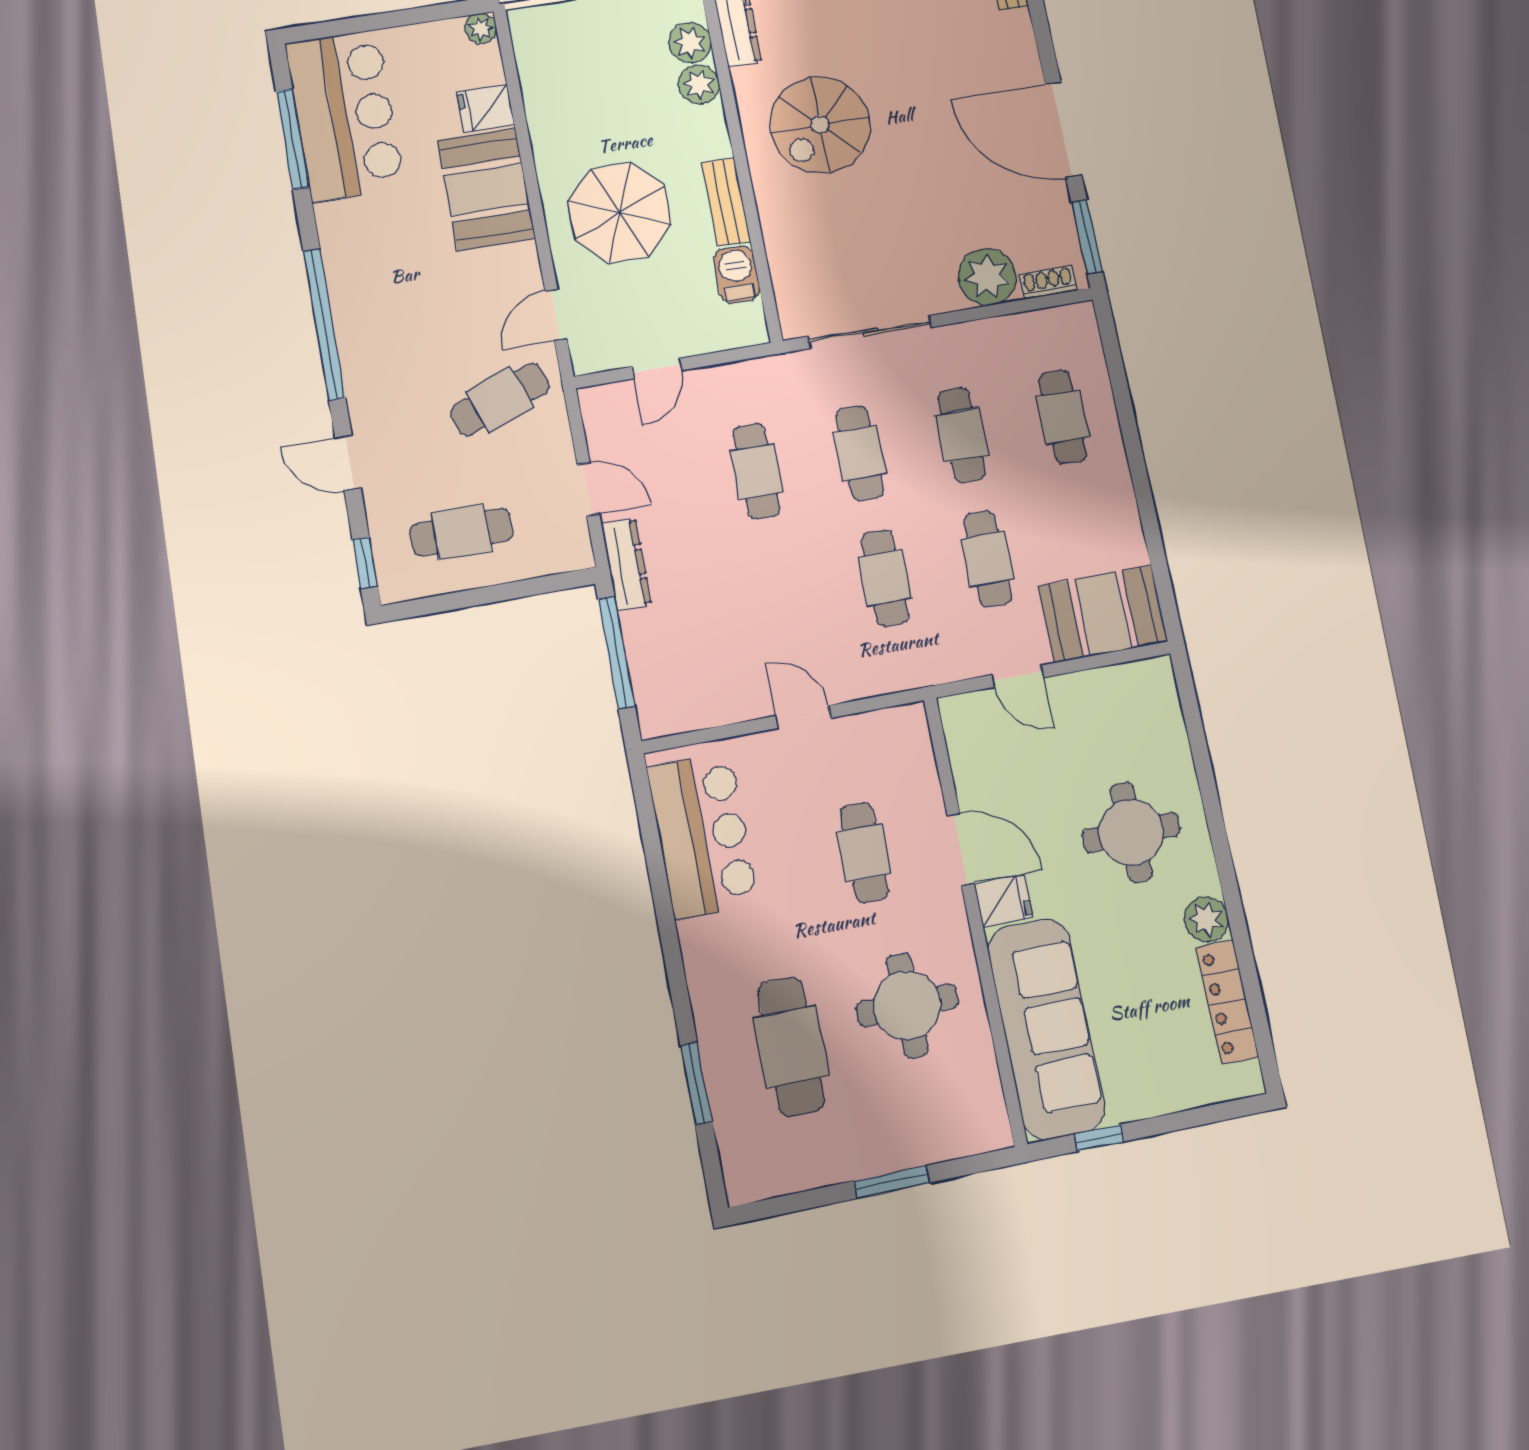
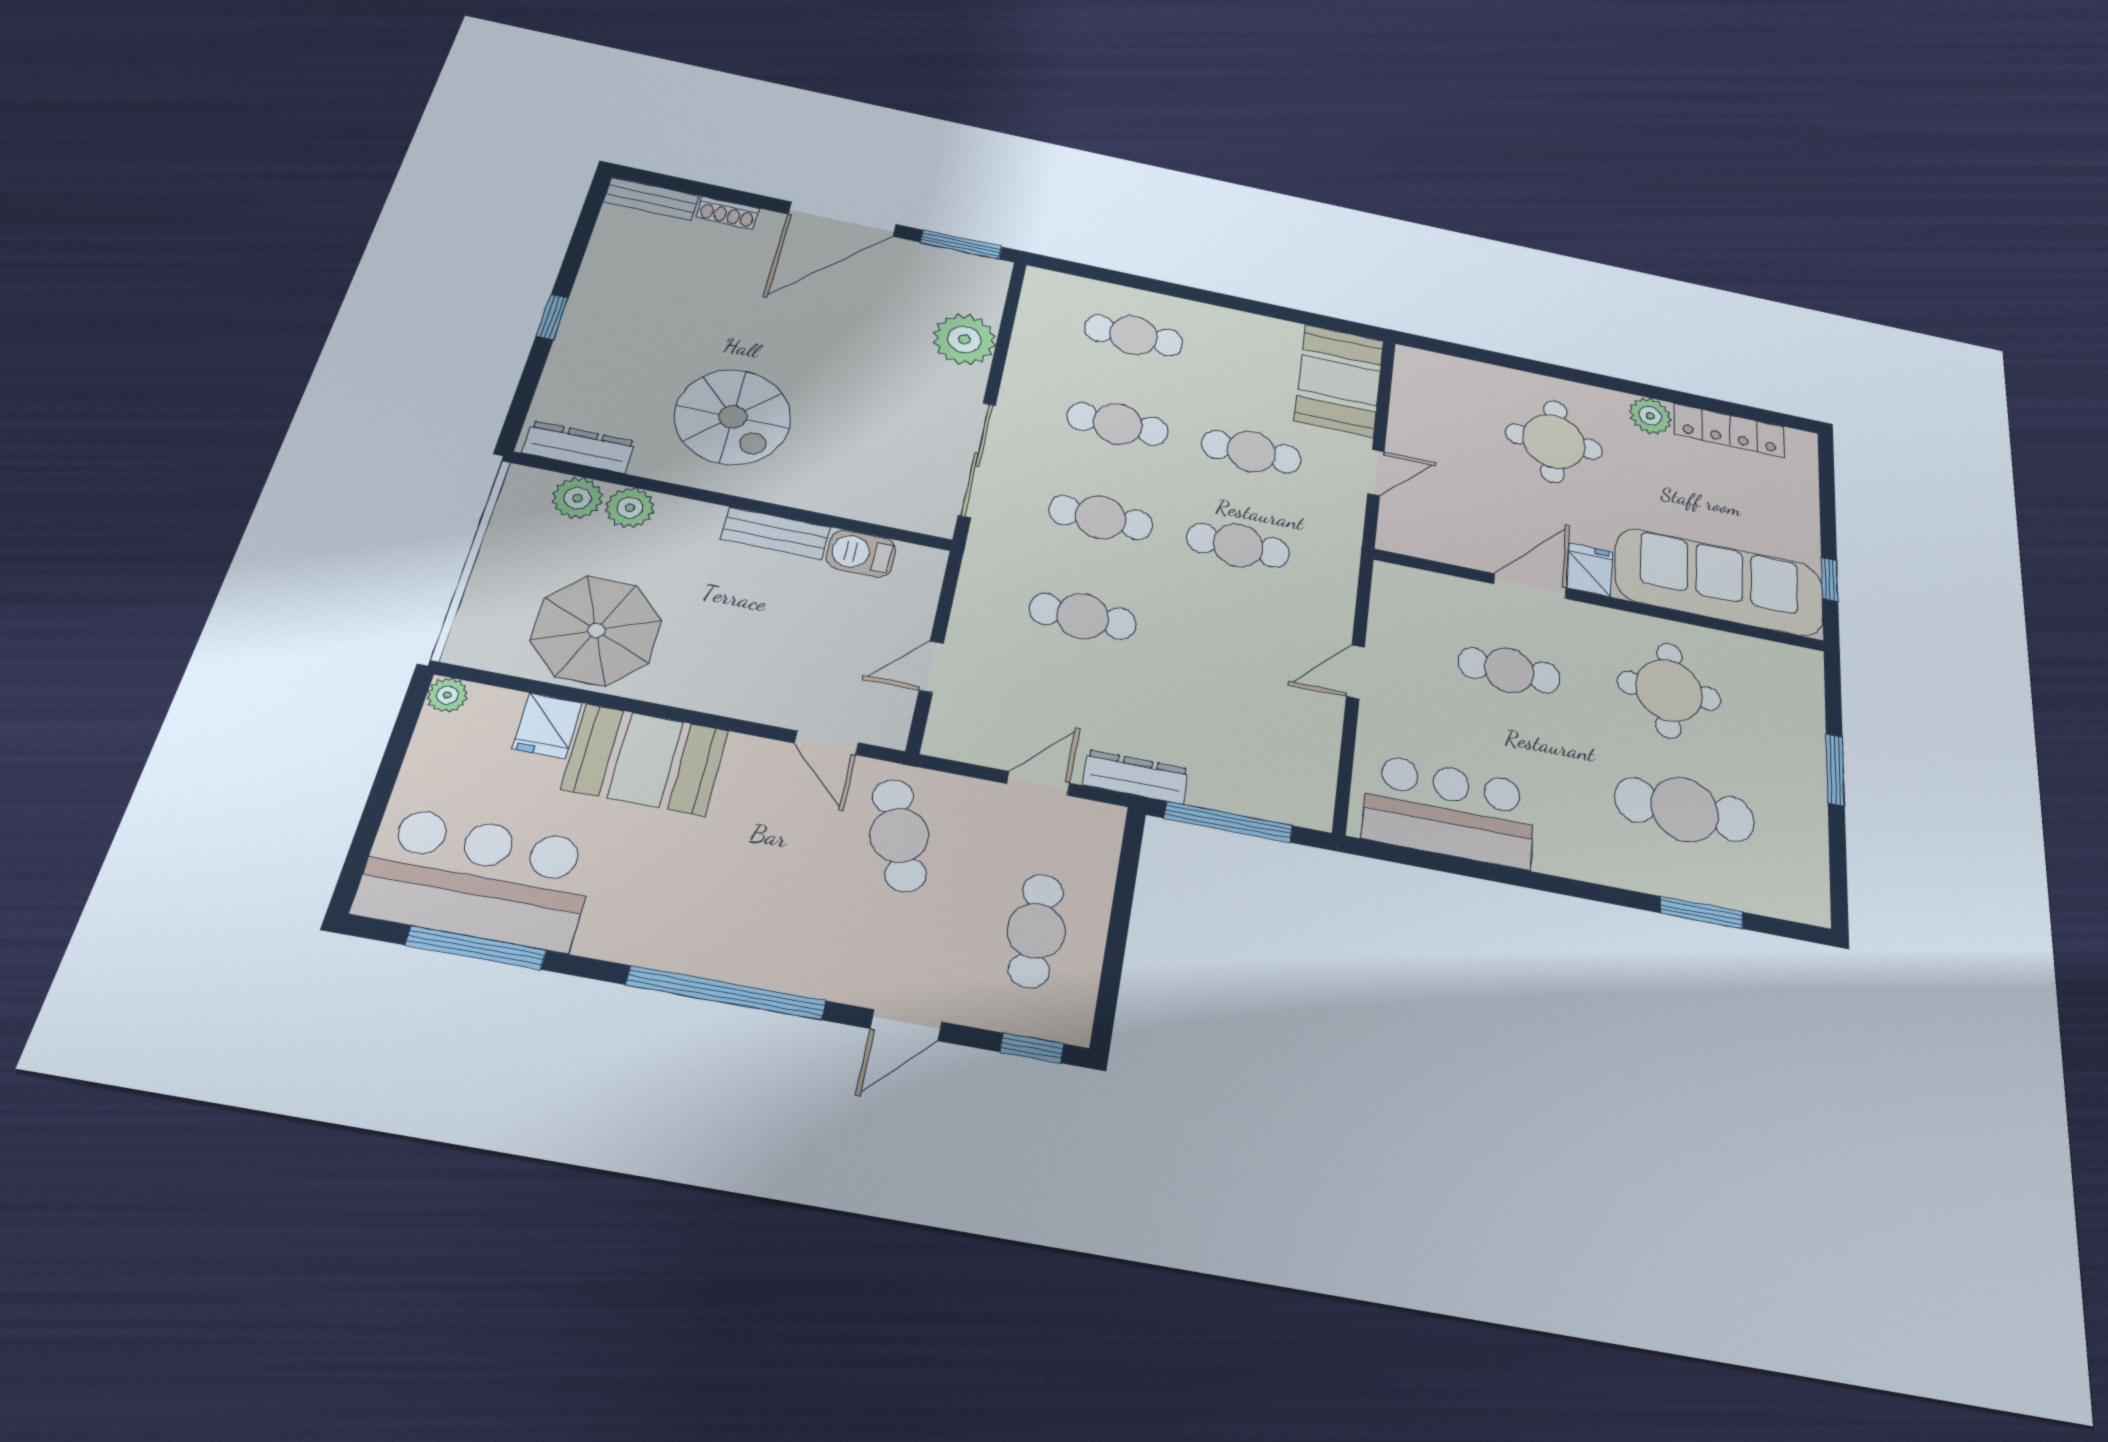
parasol: (620, 213) -> (596, 630), moved
shoe rack: (1048, 282) -> (728, 213), moved, turned -90
door: (657, 368) -> (931, 667), swing flipped

